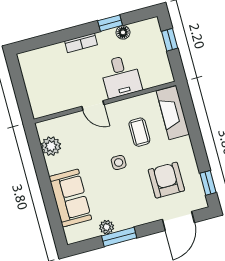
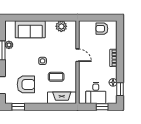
window: (110, 23) -> (120, 89), moved
armchair: (36, 76) -> (102, 29), added
desk: (121, 76) -> (96, 93), moved, turned -90
door: (93, 105) -> (77, 55), swing flipped

